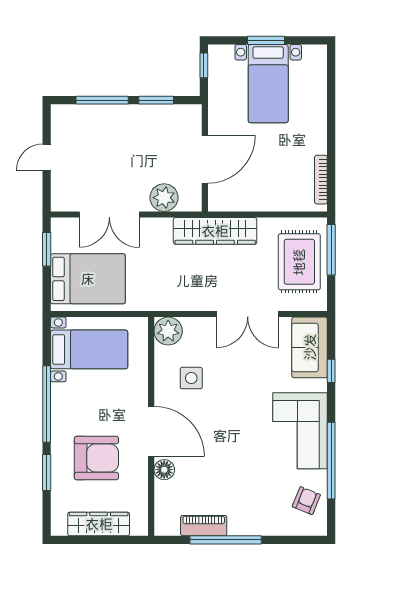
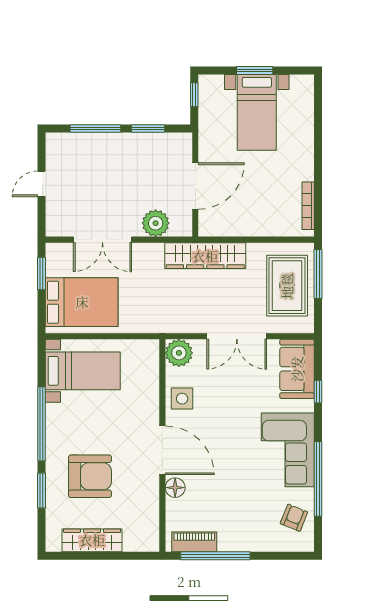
plant: (168, 331) -> (179, 353), moved
wall: (151, 426) -> (162, 446), moved
door: (151, 431) -> (162, 450), moved
floor lamp: (164, 470) -> (175, 488), moved

